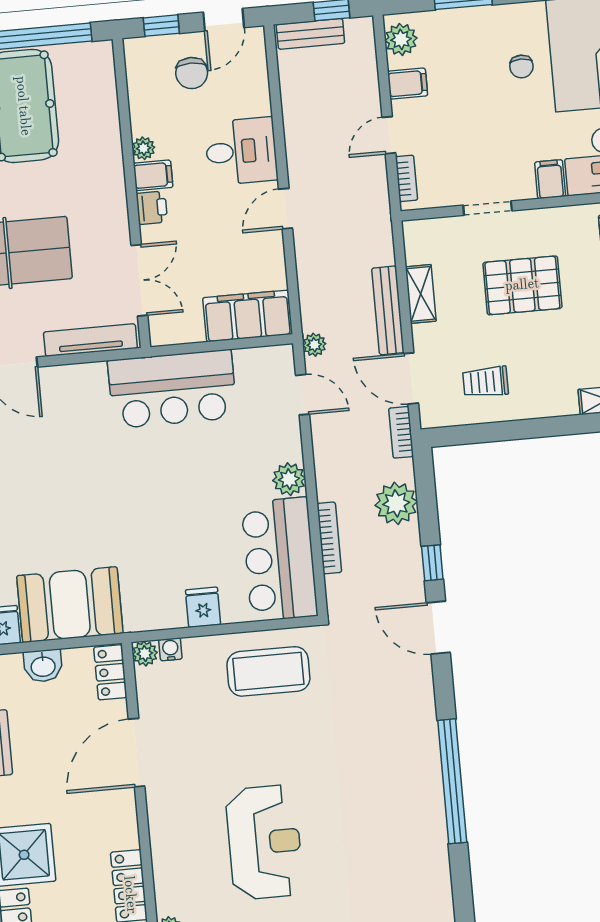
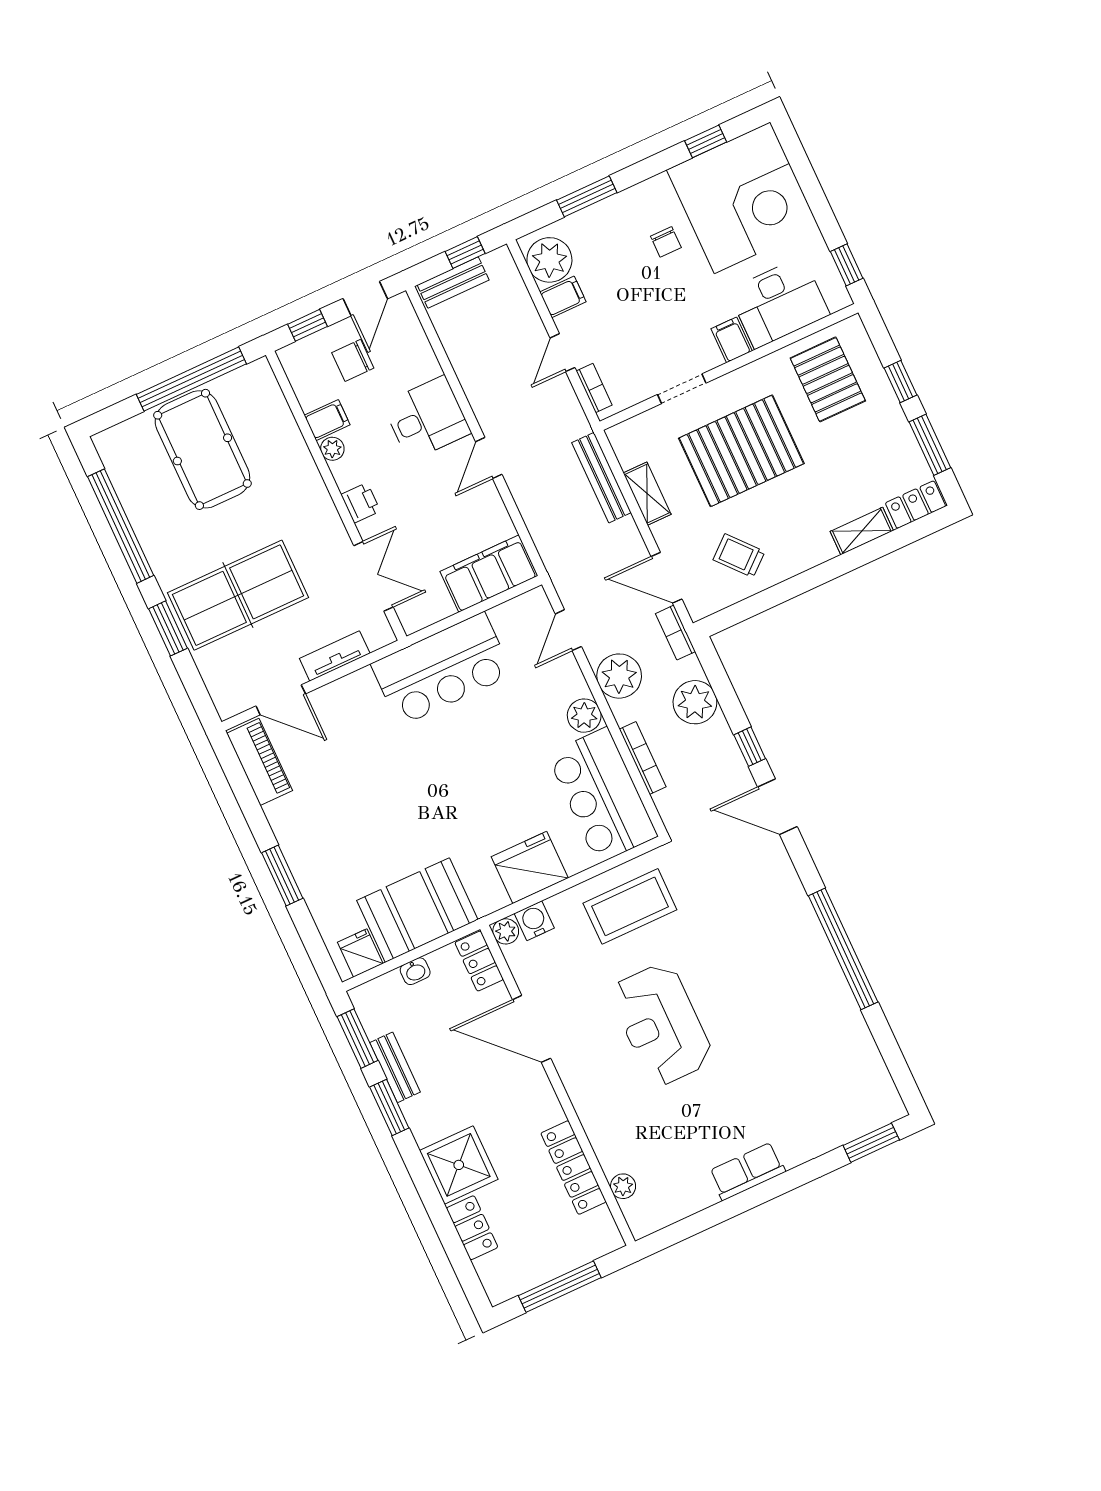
plant: (401, 39) -> (549, 260), width x1.36, depth x1.36
chair: (192, 73) -> (353, 360), turned 90
filing cabinet: (153, 175) -> (327, 420), moved
pallet: (522, 285) -> (741, 451), width x1.37, depth x1.41
bench: (388, 310) -> (601, 478), moved
tv unit: (90, 340) -> (335, 656), width x0.71
plant: (314, 345) -> (619, 676), moved, width x1.88, depth x1.88
trolley: (485, 382) -> (739, 556), turned 49
door: (303, 395) -> (568, 630), swing flipped
fridge: (203, 607) -> (530, 867), width x1.88, depth x1.34
water cooler: (170, 649) -> (534, 921), width x1.38, depth x1.38
washbasin: (43, 666) -> (415, 971), width x0.72, depth x0.69
door: (137, 753) -> (532, 1029), hinge flipped
reception desk: (265, 842) -> (661, 1024), moved, turned 180

